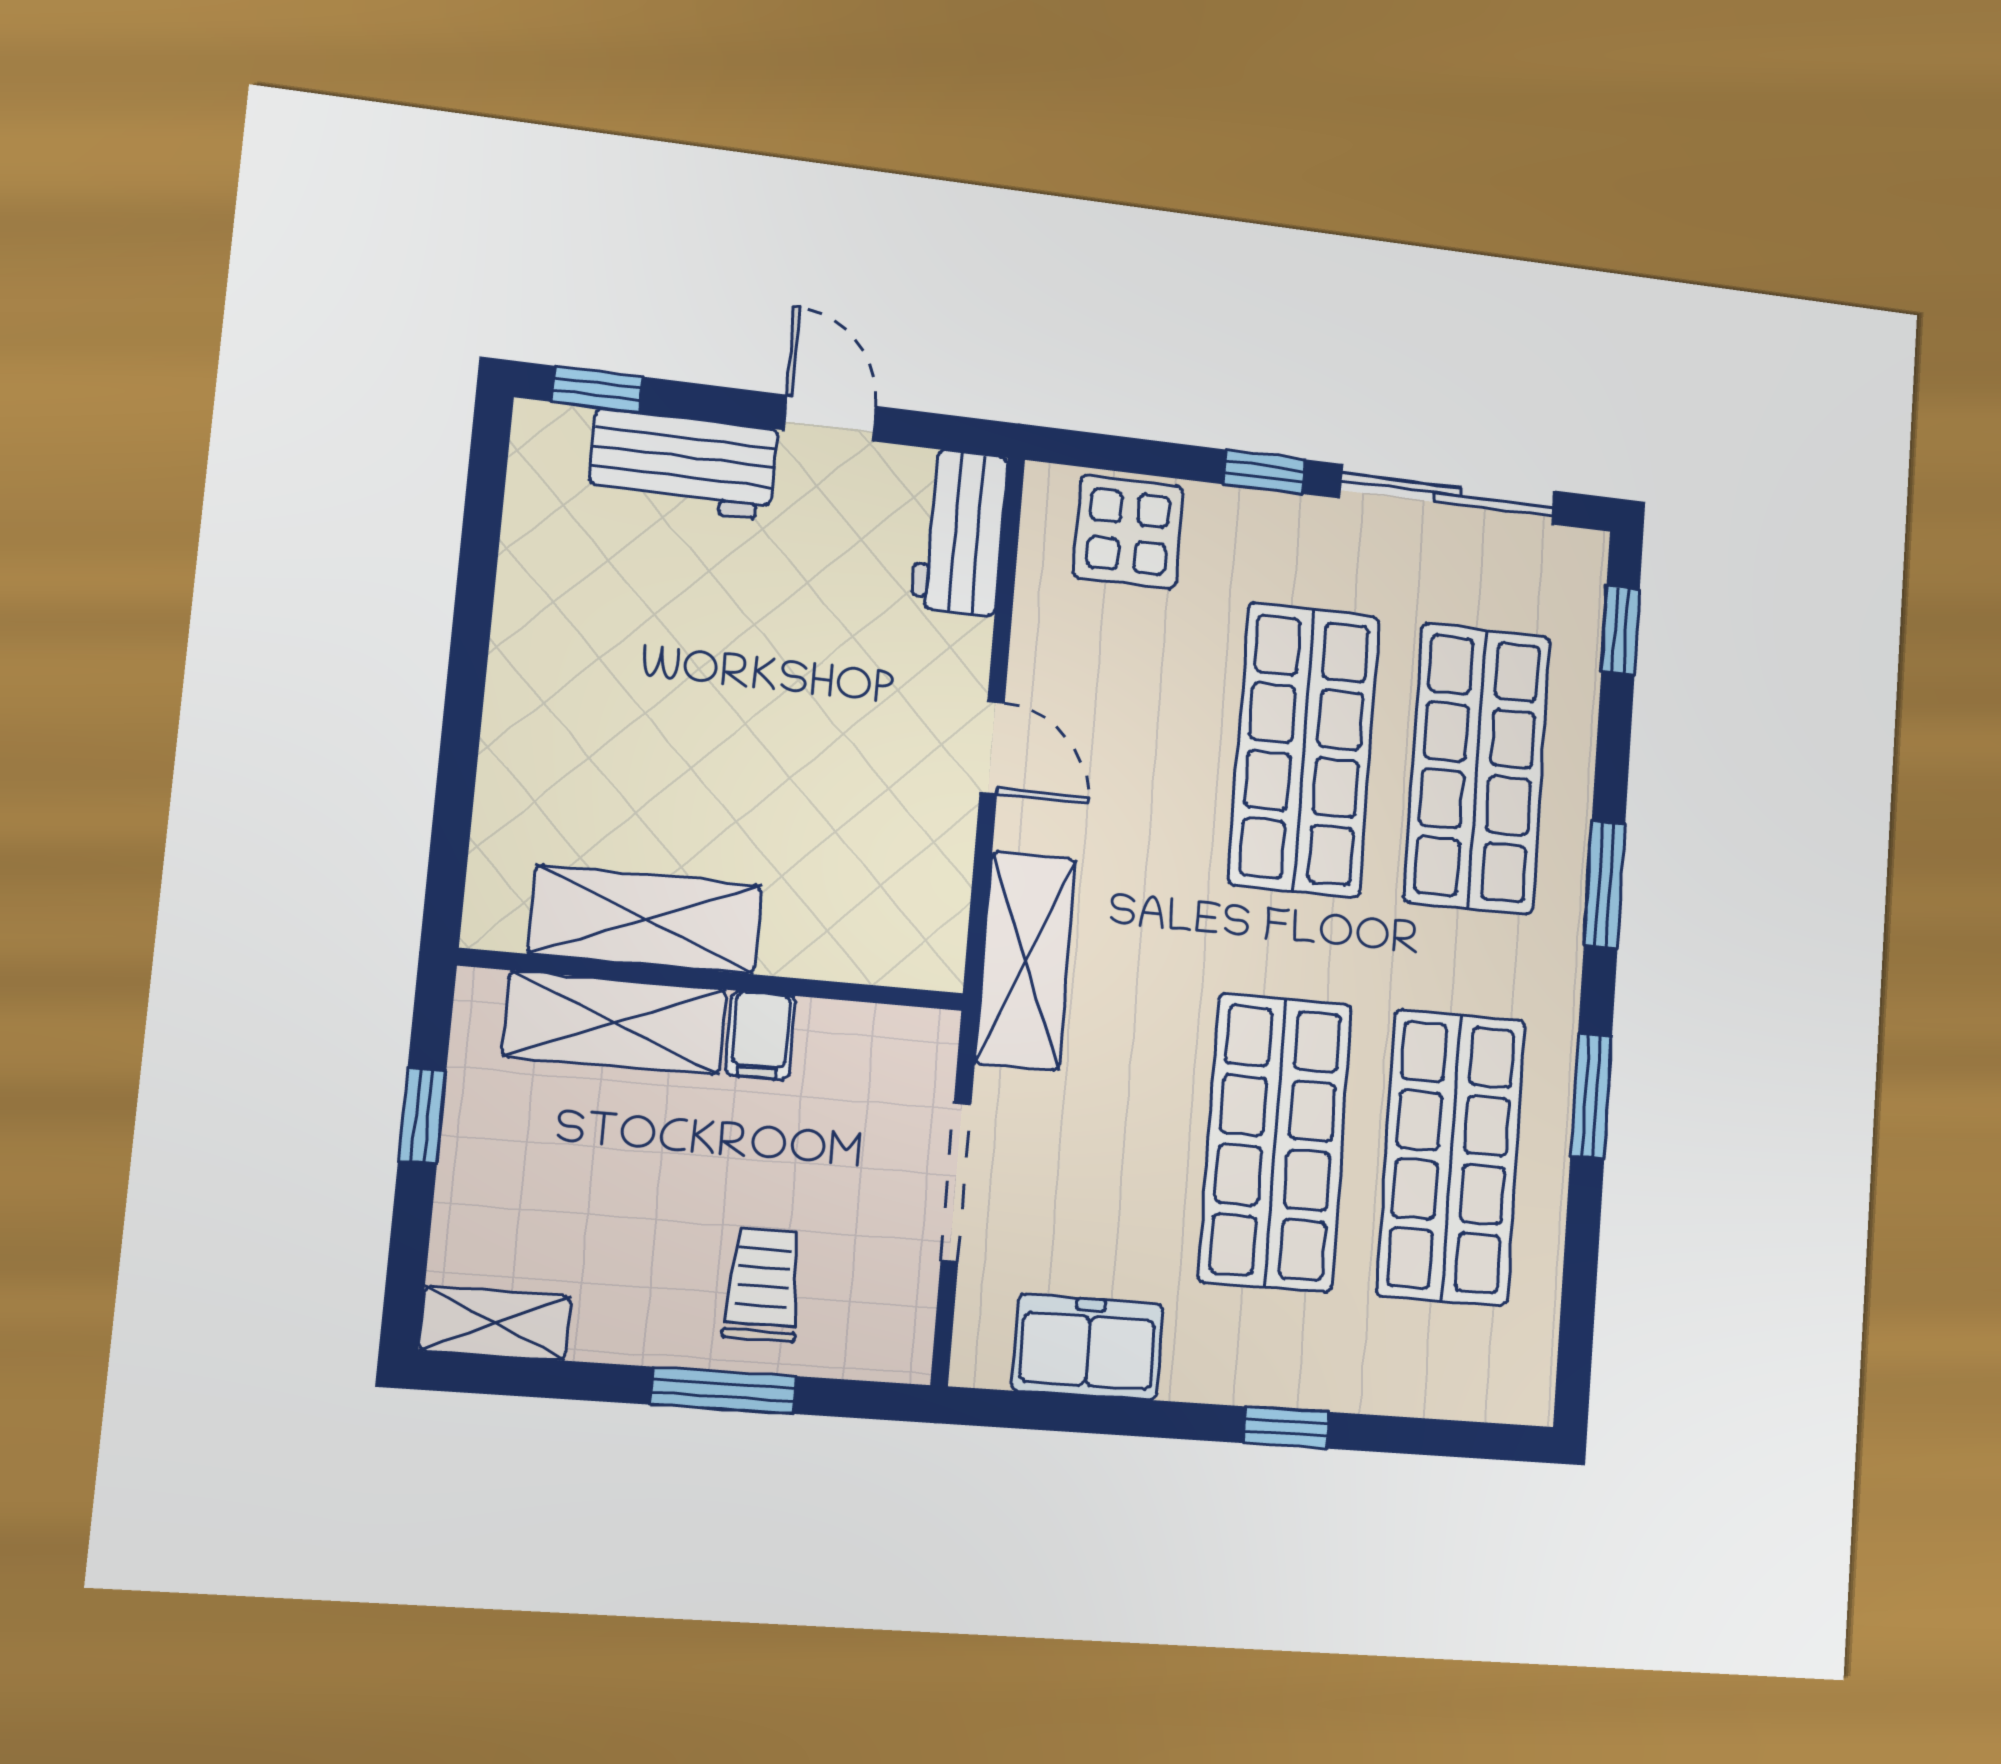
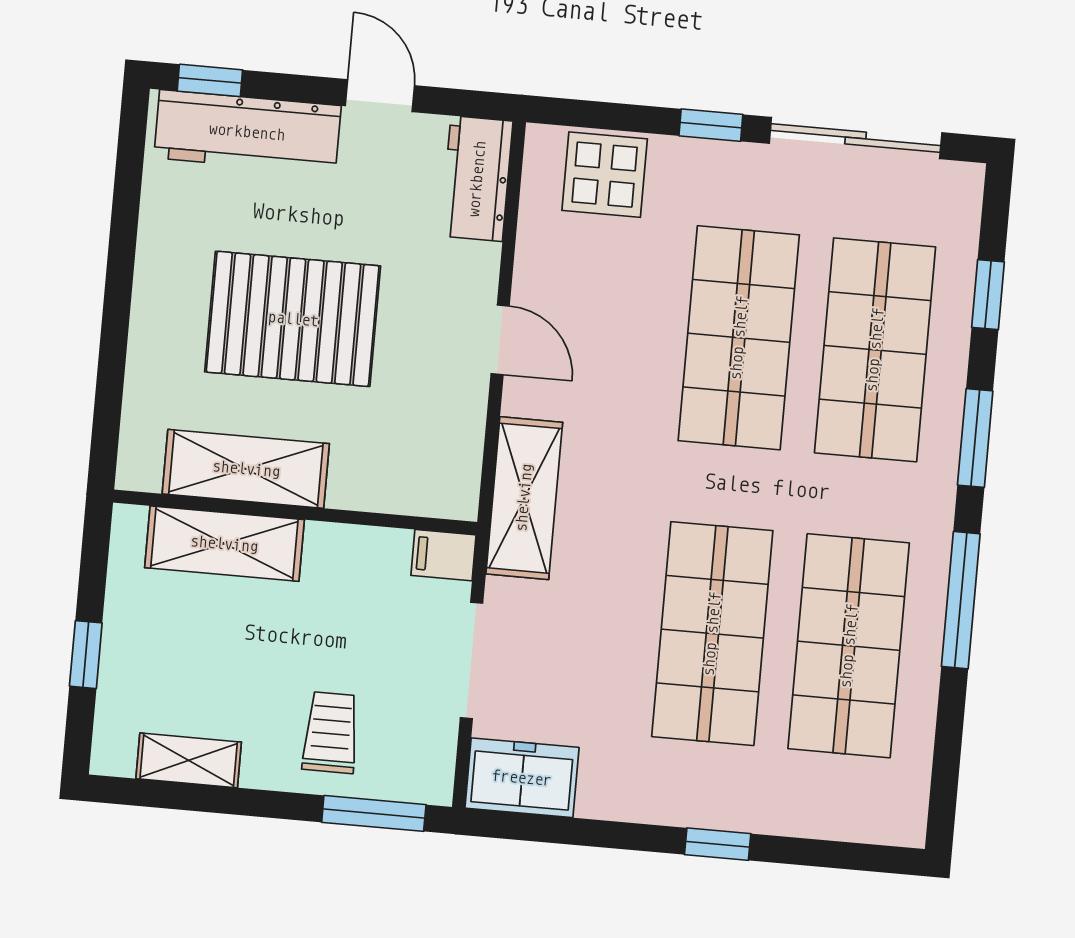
workbench: (683, 464) -> (247, 132), width x1.38
window: (1621, 630) -> (988, 295), moved
pallet: (711, 715) -> (293, 319), added
filing cabinet: (760, 1035) -> (444, 555), moved, turned 90
window: (1591, 1096) -> (961, 600), width x1.44
window: (422, 1116) -> (86, 655), moved
shelving: (495, 1323) -> (189, 760), moved
freezer: (1088, 1347) -> (522, 778), moved
window: (723, 1390) -> (374, 813), moved

